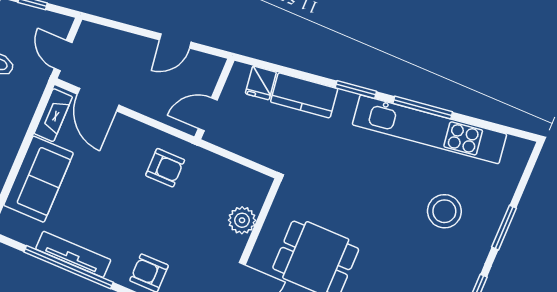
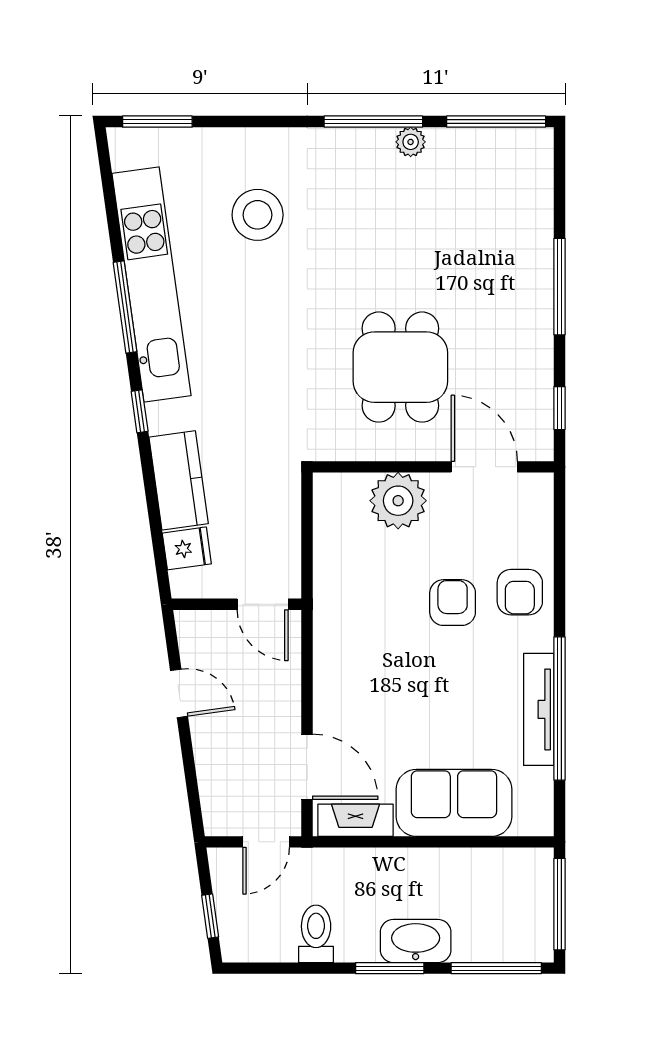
window: (356, 90) -> (140, 411), width x0.67
door: (98, 100) -> (307, 767), hinge flipped
armchair: (165, 168) -> (453, 603), moved
plant: (242, 220) -> (398, 501), width x1.36, depth x1.36
window: (504, 228) -> (157, 122), moved

